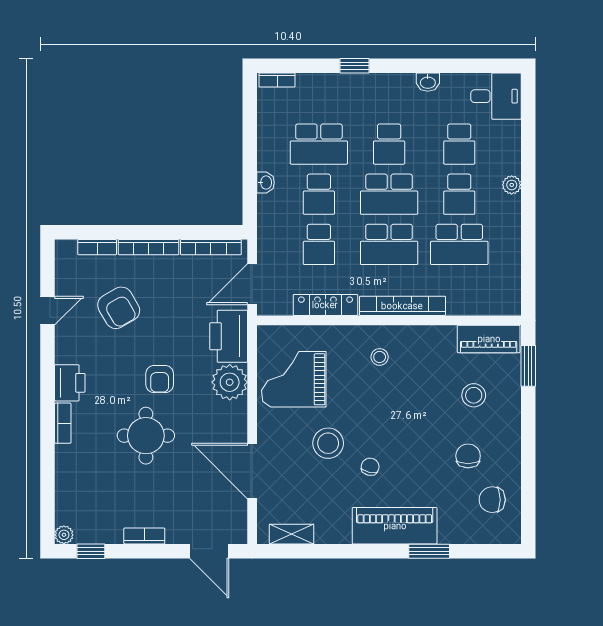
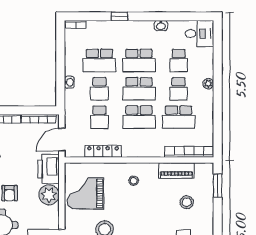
school desk: (389, 144) -> (139, 61), width x1.85
bookcase: (402, 306) -> (189, 152), moved
piano: (489, 339) -> (176, 171), moved

